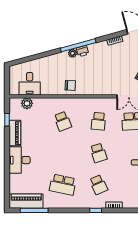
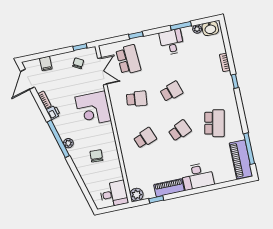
printer: (83, 51) -> (53, 112), moved
corner desk: (98, 81) -> (93, 109), added
desk: (30, 84) -> (114, 194), moved
chair: (70, 85) -> (96, 156), moved
plant: (27, 103) -> (136, 195), moved
school desk: (99, 185) -> (180, 131), moved

